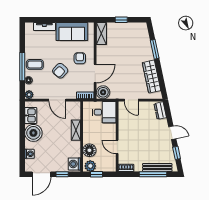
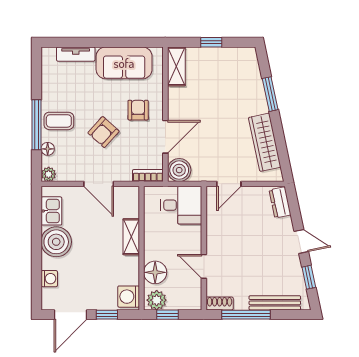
door: (131, 100) -> (229, 184), hinge flipped
window: (153, 174) -> (246, 315), moved

